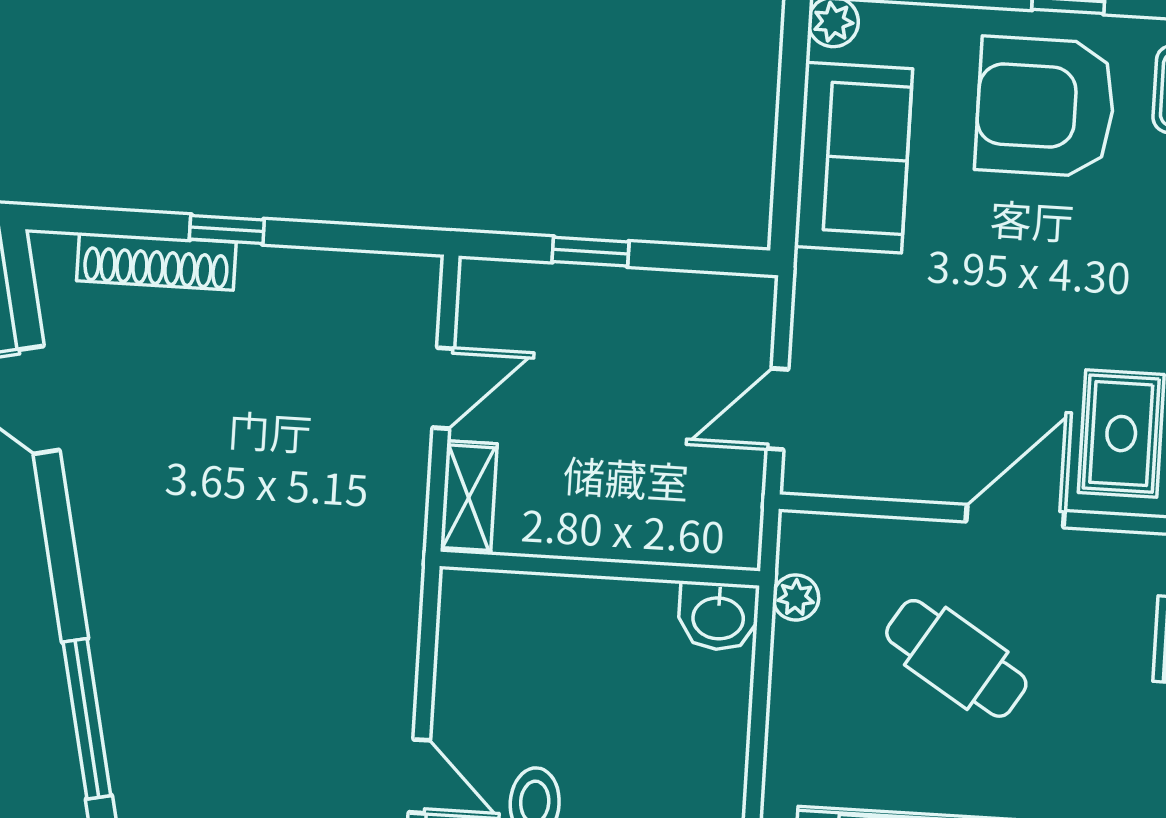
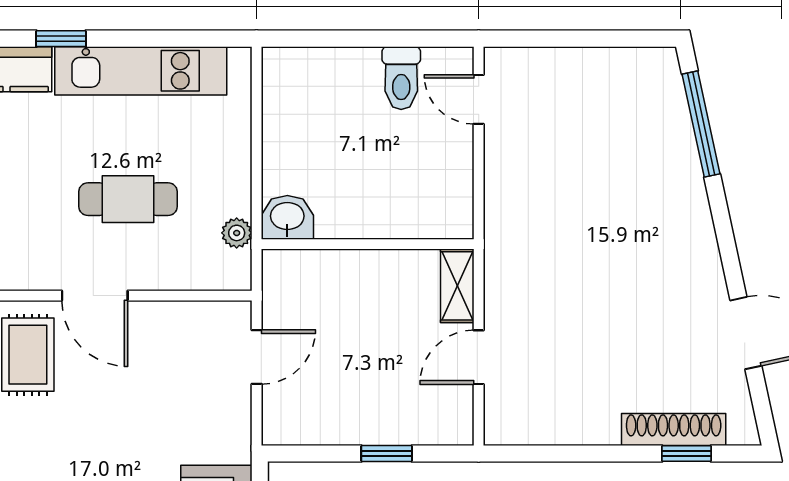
window: (227, 229) -> (686, 454), moved
door: (1015, 516) -> (95, 296), hinge flipped
cafe table: (956, 658) -> (128, 199), turned -32

